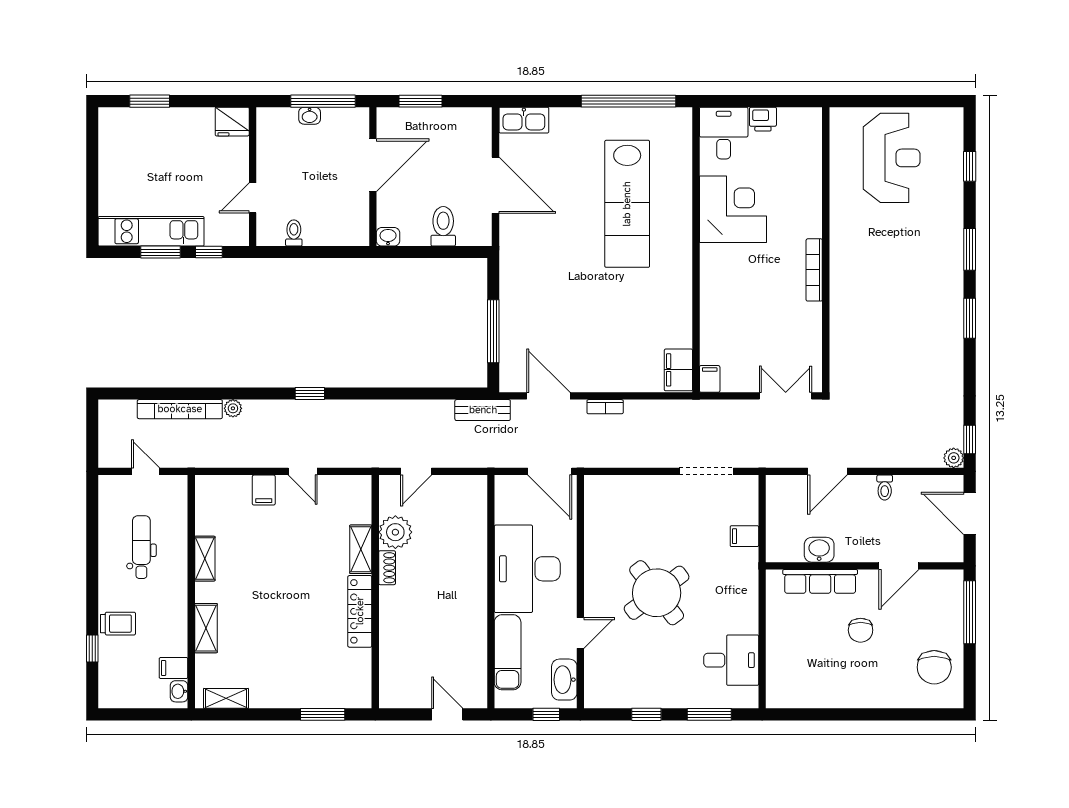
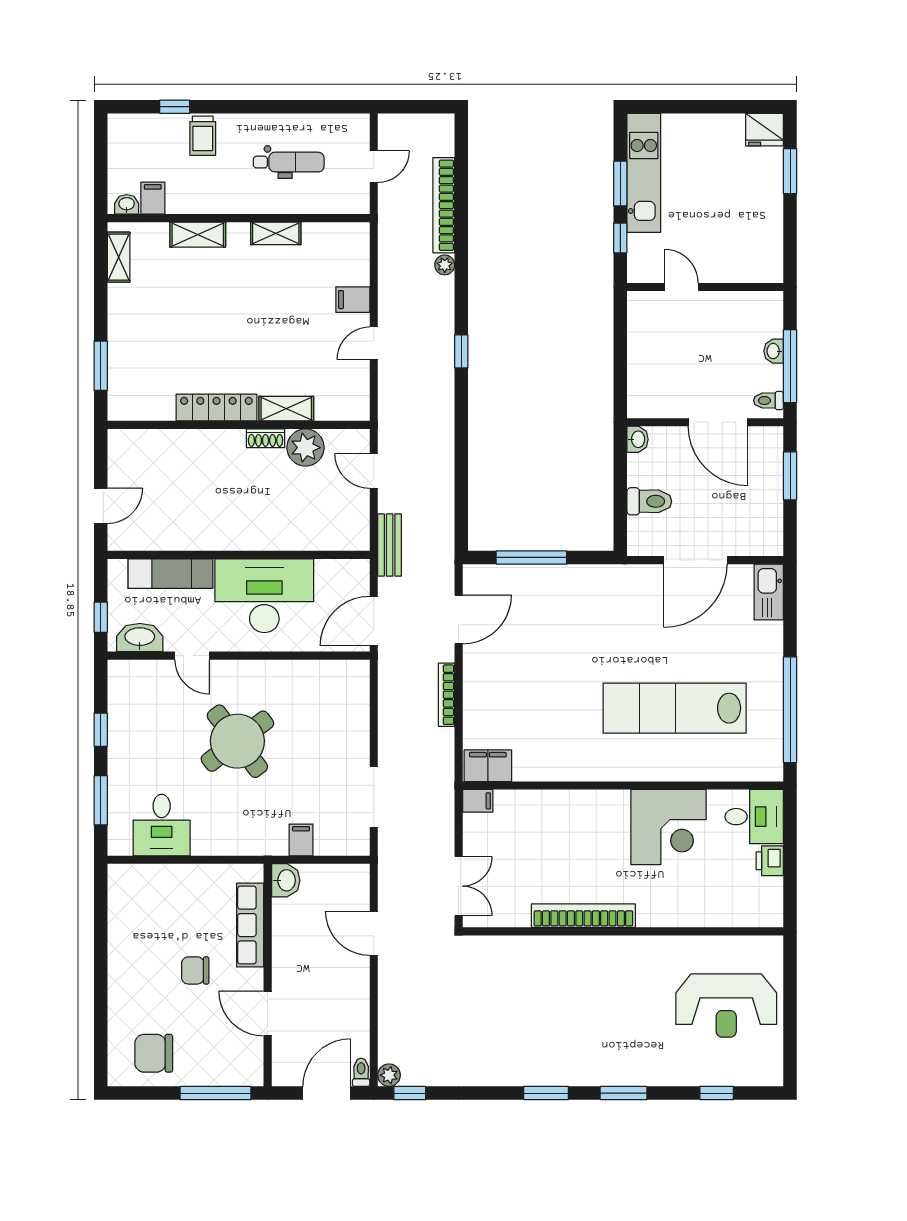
fridge: (232, 122) -> (764, 130), moved, turned -90
toilet: (294, 233) -> (769, 401), moved, turned 180
bookcase: (814, 270) -> (583, 916), width x1.48, depth x1.31
bookcase: (605, 407) -> (447, 695), width x1.56
bench: (483, 410) -> (390, 545), moved
toilet: (885, 488) -> (361, 1072), moved, turned 90
washbasin: (819, 550) -> (286, 880), moved

